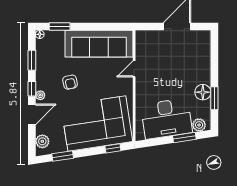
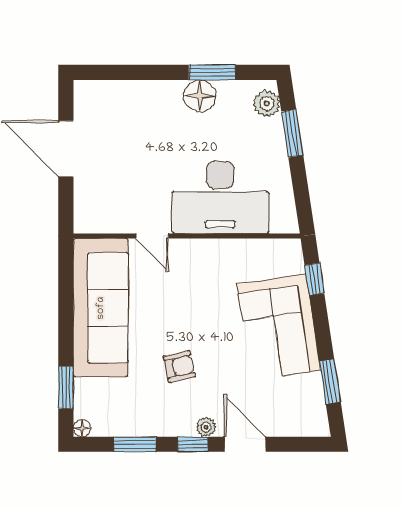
desk: (166, 119) -> (220, 197), moved, turned 99
corner sofa: (97, 124) -> (279, 327), width x0.73, depth x0.74
plant: (42, 141) -> (300, 423), removed

